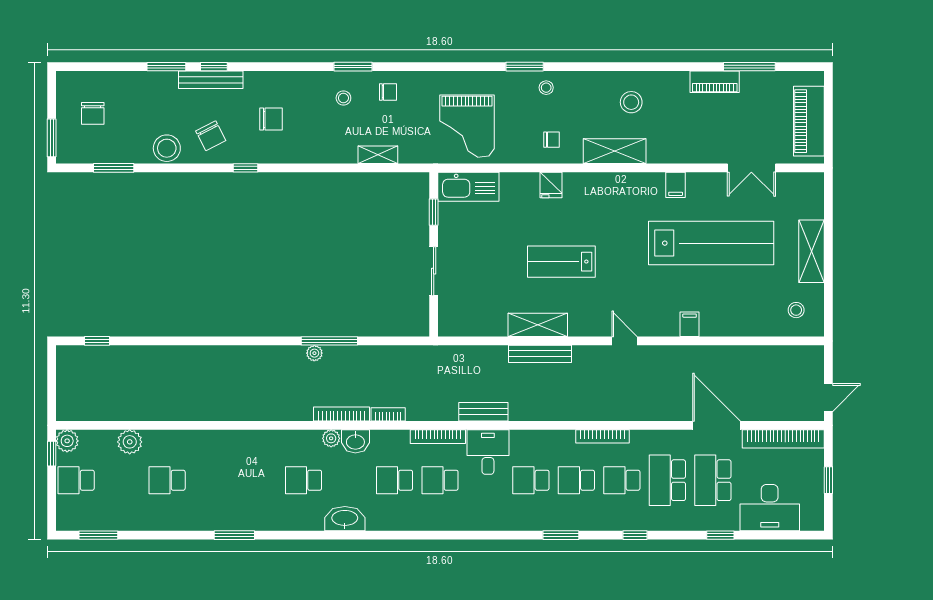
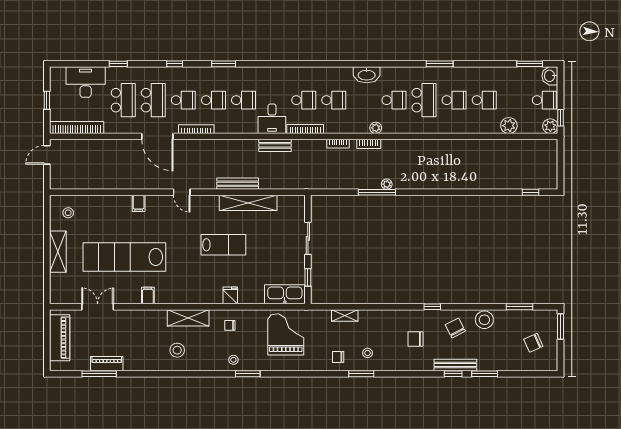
piano: (715, 82) -> (107, 364), moved
chair: (93, 113) -> (533, 343), turned -114
shelving: (538, 325) -> (248, 203), width x1.47
bookcase: (342, 414) -> (369, 144), width x0.64
door: (716, 425) -> (157, 136), moved
washbasin: (355, 441) -> (550, 76), moved, turned -90
school desk: (213, 480) -> (454, 100), added
school desk: (258, 480) -> (424, 100), added

